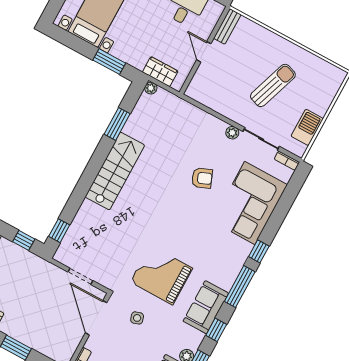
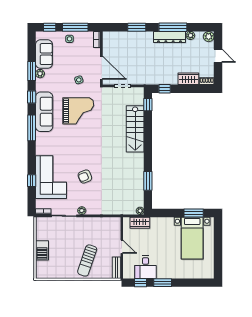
window: (109, 62) -> (194, 213), moved
sun lounger: (273, 85) -> (87, 260), moved
barbecue: (307, 127) -> (42, 250), moved
stairs: (115, 171) -> (135, 129), moved
window: (259, 251) -> (32, 181), moved
sofa: (206, 307) -> (44, 112), width x1.36

